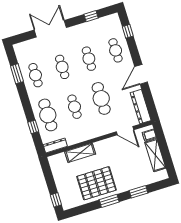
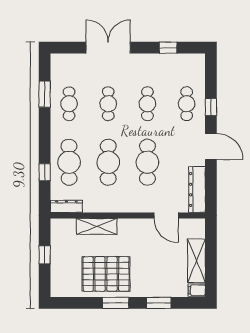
window: (128, 31) -> (211, 107), moved
door: (141, 74) -> (211, 146), swing flipped
cafe table: (74, 107) -> (108, 162), width x1.37, depth x1.35
filing cabinet: (149, 135) -> (197, 290), moved
window: (56, 200) -> (45, 255), moved

